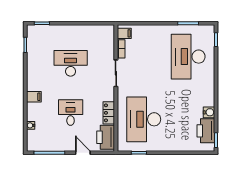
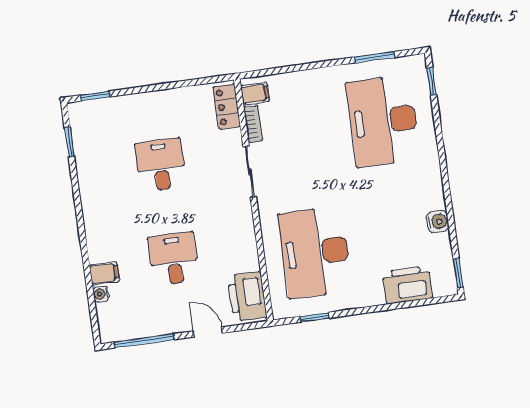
desk: (71, 63) -> (161, 165), width x0.73
filing cabinet: (34, 97) -> (104, 273), moved
locker: (109, 113) -> (227, 107), moved
printer: (206, 131) -> (407, 285), moved, turned 90

